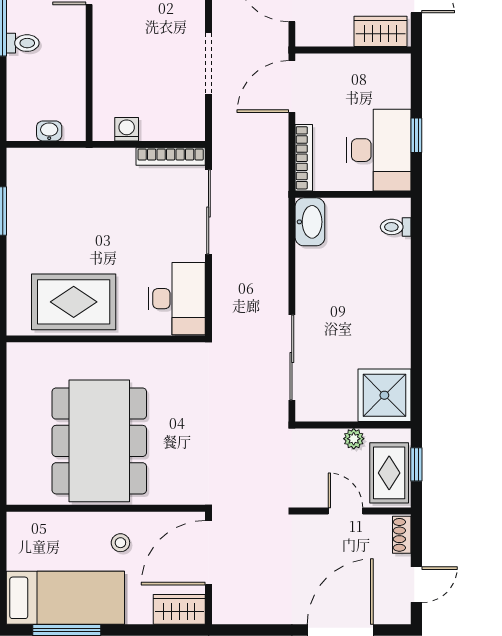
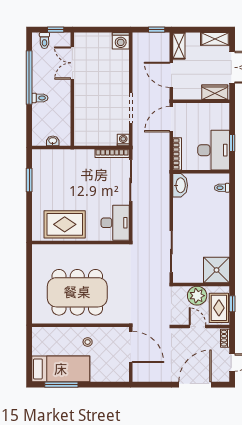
washing machine: (127, 129) -> (123, 140), moved
plant: (354, 439) -> (197, 296), width x1.88, depth x1.88
dining table: (99, 441) -> (77, 292), turned 90
door: (209, 553) -> (131, 347), swing flipped
wardrobe: (179, 609) -> (116, 375), removed

